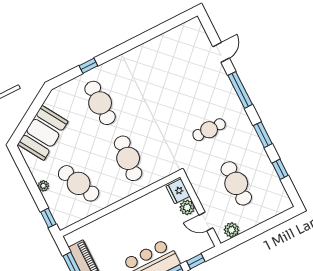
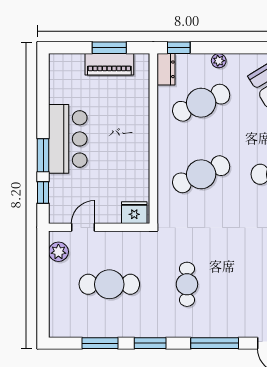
cafe table: (128, 158) -> (201, 174), turned -30
window: (280, 169) -> (100, 343), width x1.50
plant: (187, 207) -> (110, 214), removed
dresser: (68, 219) -> (166, 69), added

